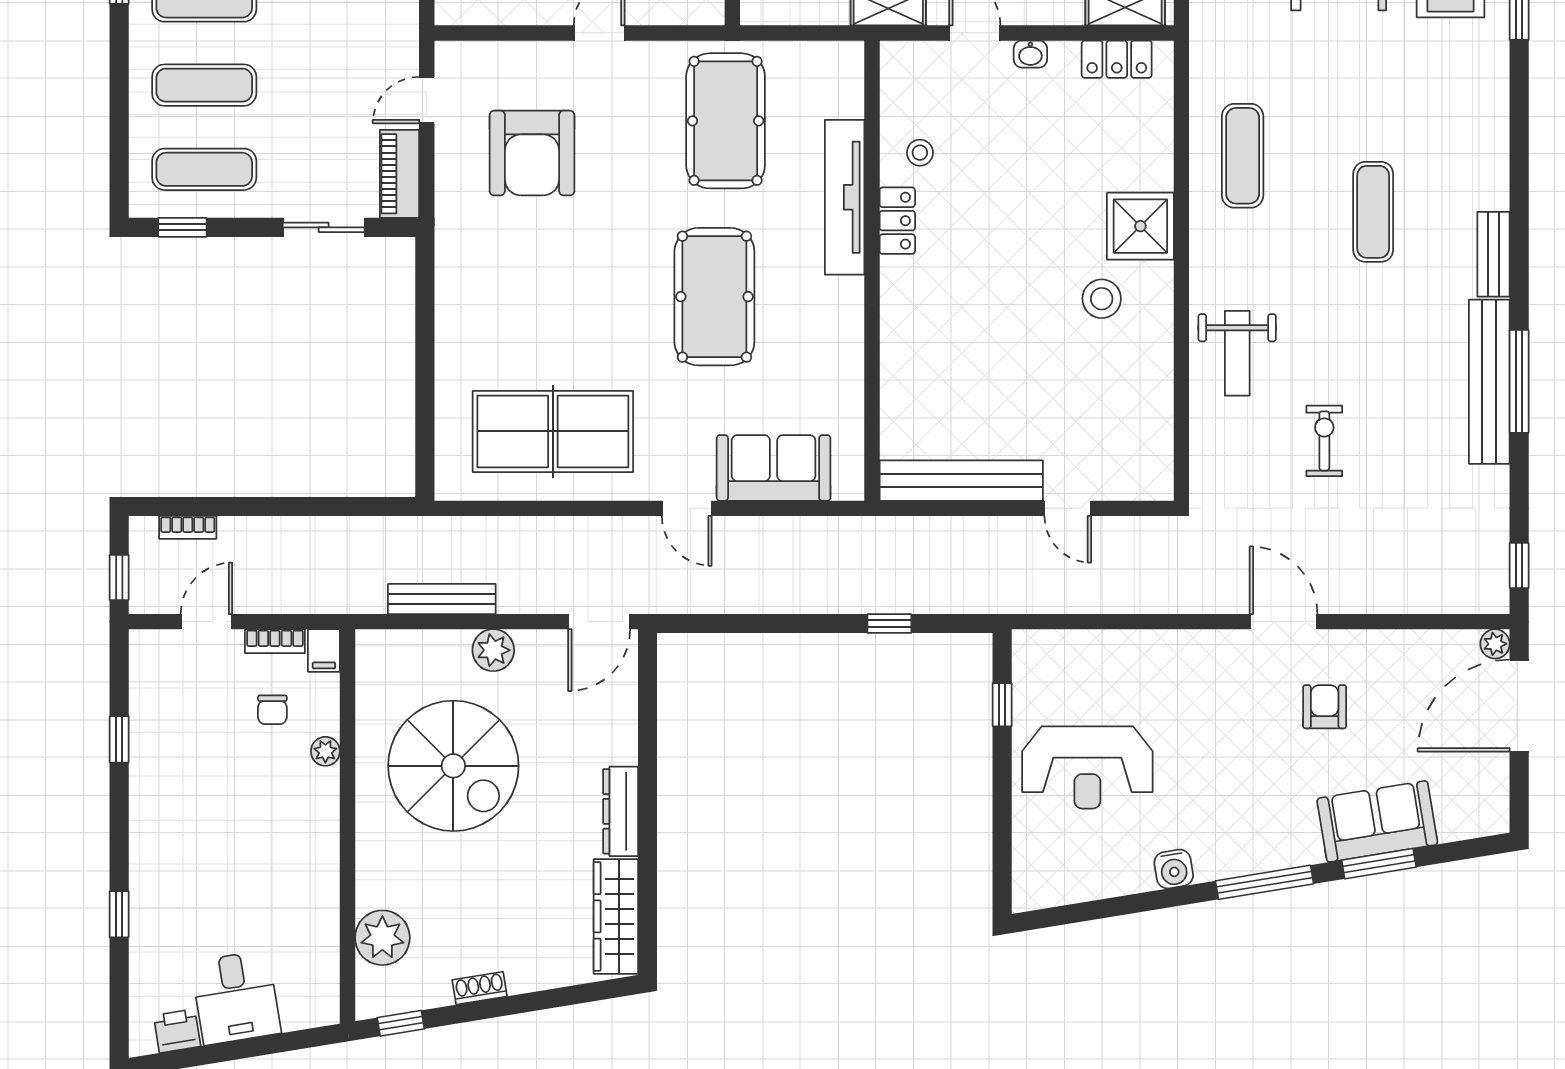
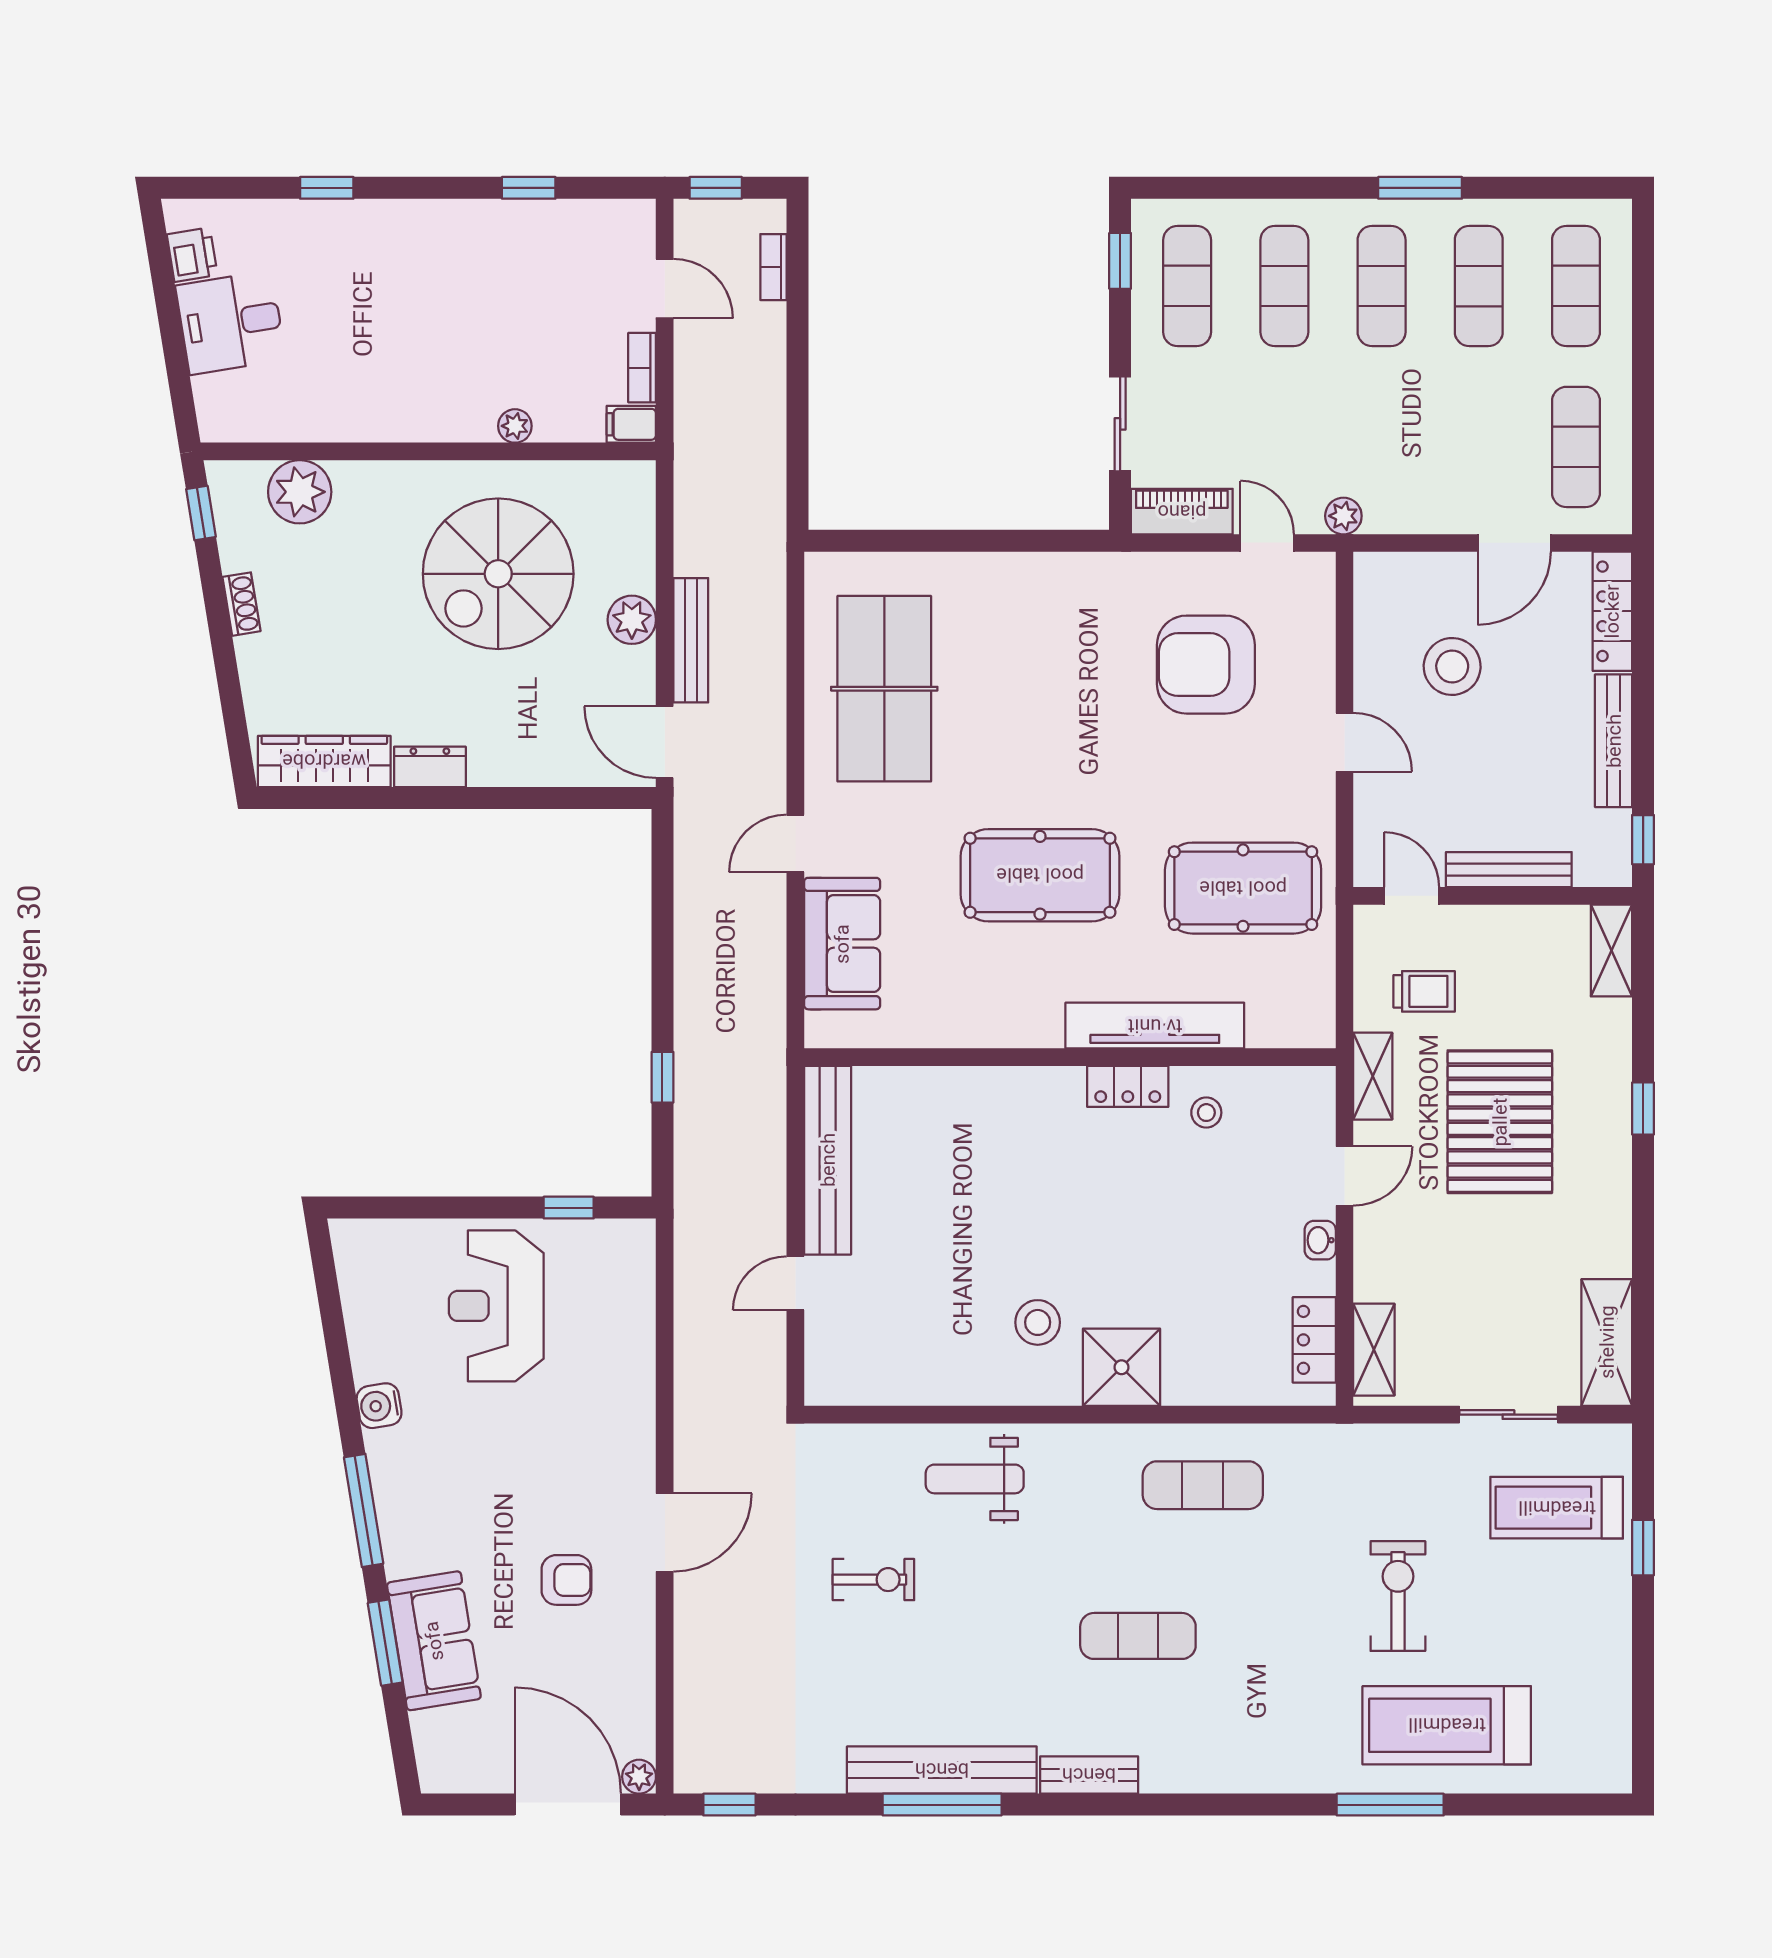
plant: (403, 34) -> (1343, 516), added
bench: (442, 599) -> (691, 640), moved
chair: (272, 710) -> (563, 365), removed
dresser: (621, 811) -> (430, 767), width x0.70

